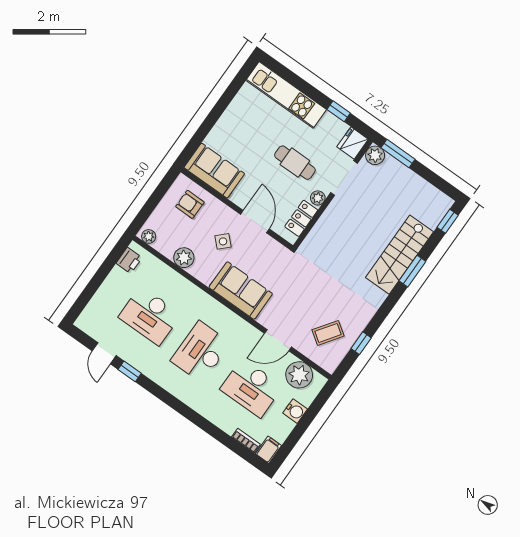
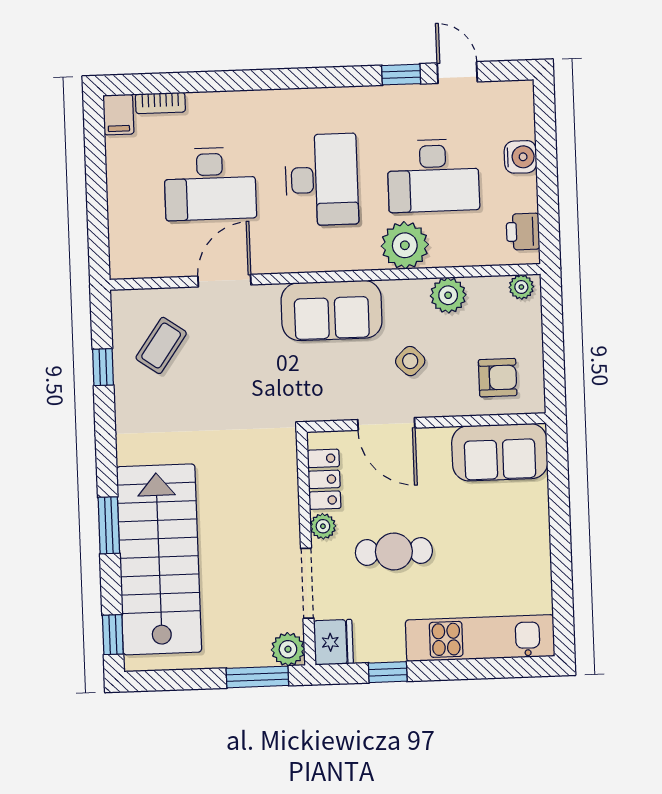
stairs: (400, 255) -> (159, 559), width x1.36, depth x1.51
desk: (150, 316) -> (433, 176), turned 180
plant: (299, 375) -> (405, 245), moved
desk: (251, 388) -> (210, 184), turned 180
water cooler: (295, 411) -> (521, 157), moved, turned 180

